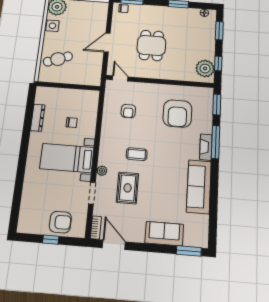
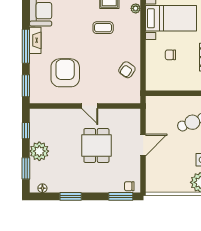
plant: (205, 69) -> (39, 151), moved
door: (120, 78) -> (90, 106), moved
armchair: (128, 111) -> (127, 70), moved, turned -145

